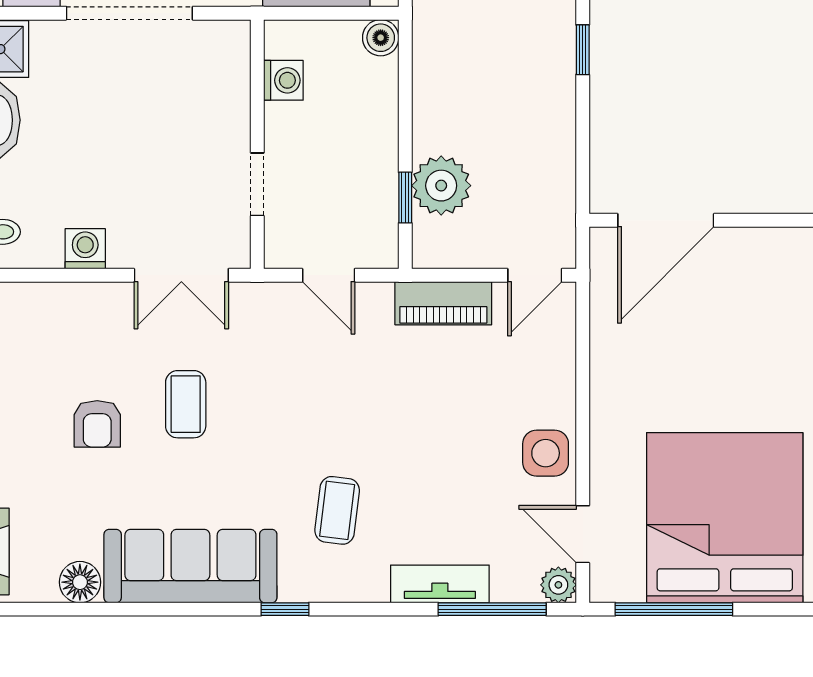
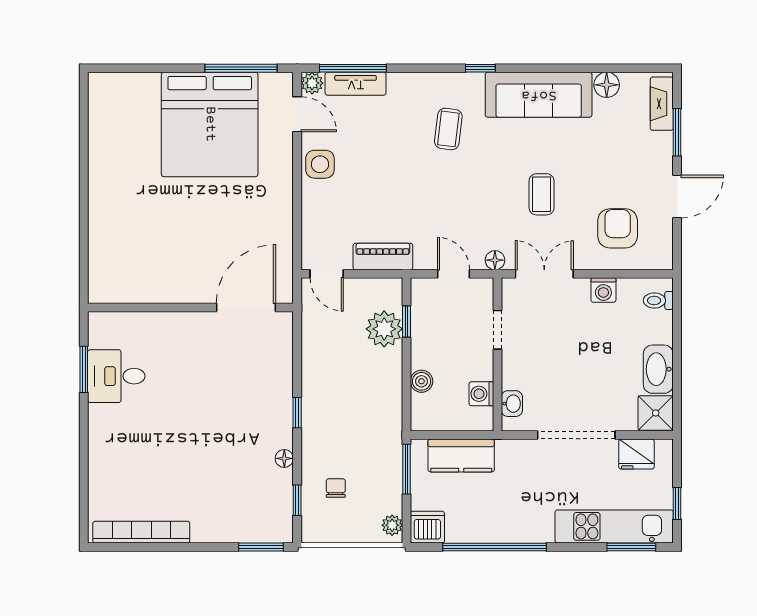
boiler: (381, 38) -> (421, 381), moved
washbasin: (234, 64) -> (512, 404), added
door: (535, 275) -> (327, 274), swing flipped
floor lamp: (261, 297) -> (495, 260), added
armchair: (97, 424) -> (618, 228), moved, width x1.38, depth x1.38
tv unit: (440, 584) -> (356, 84), moved

